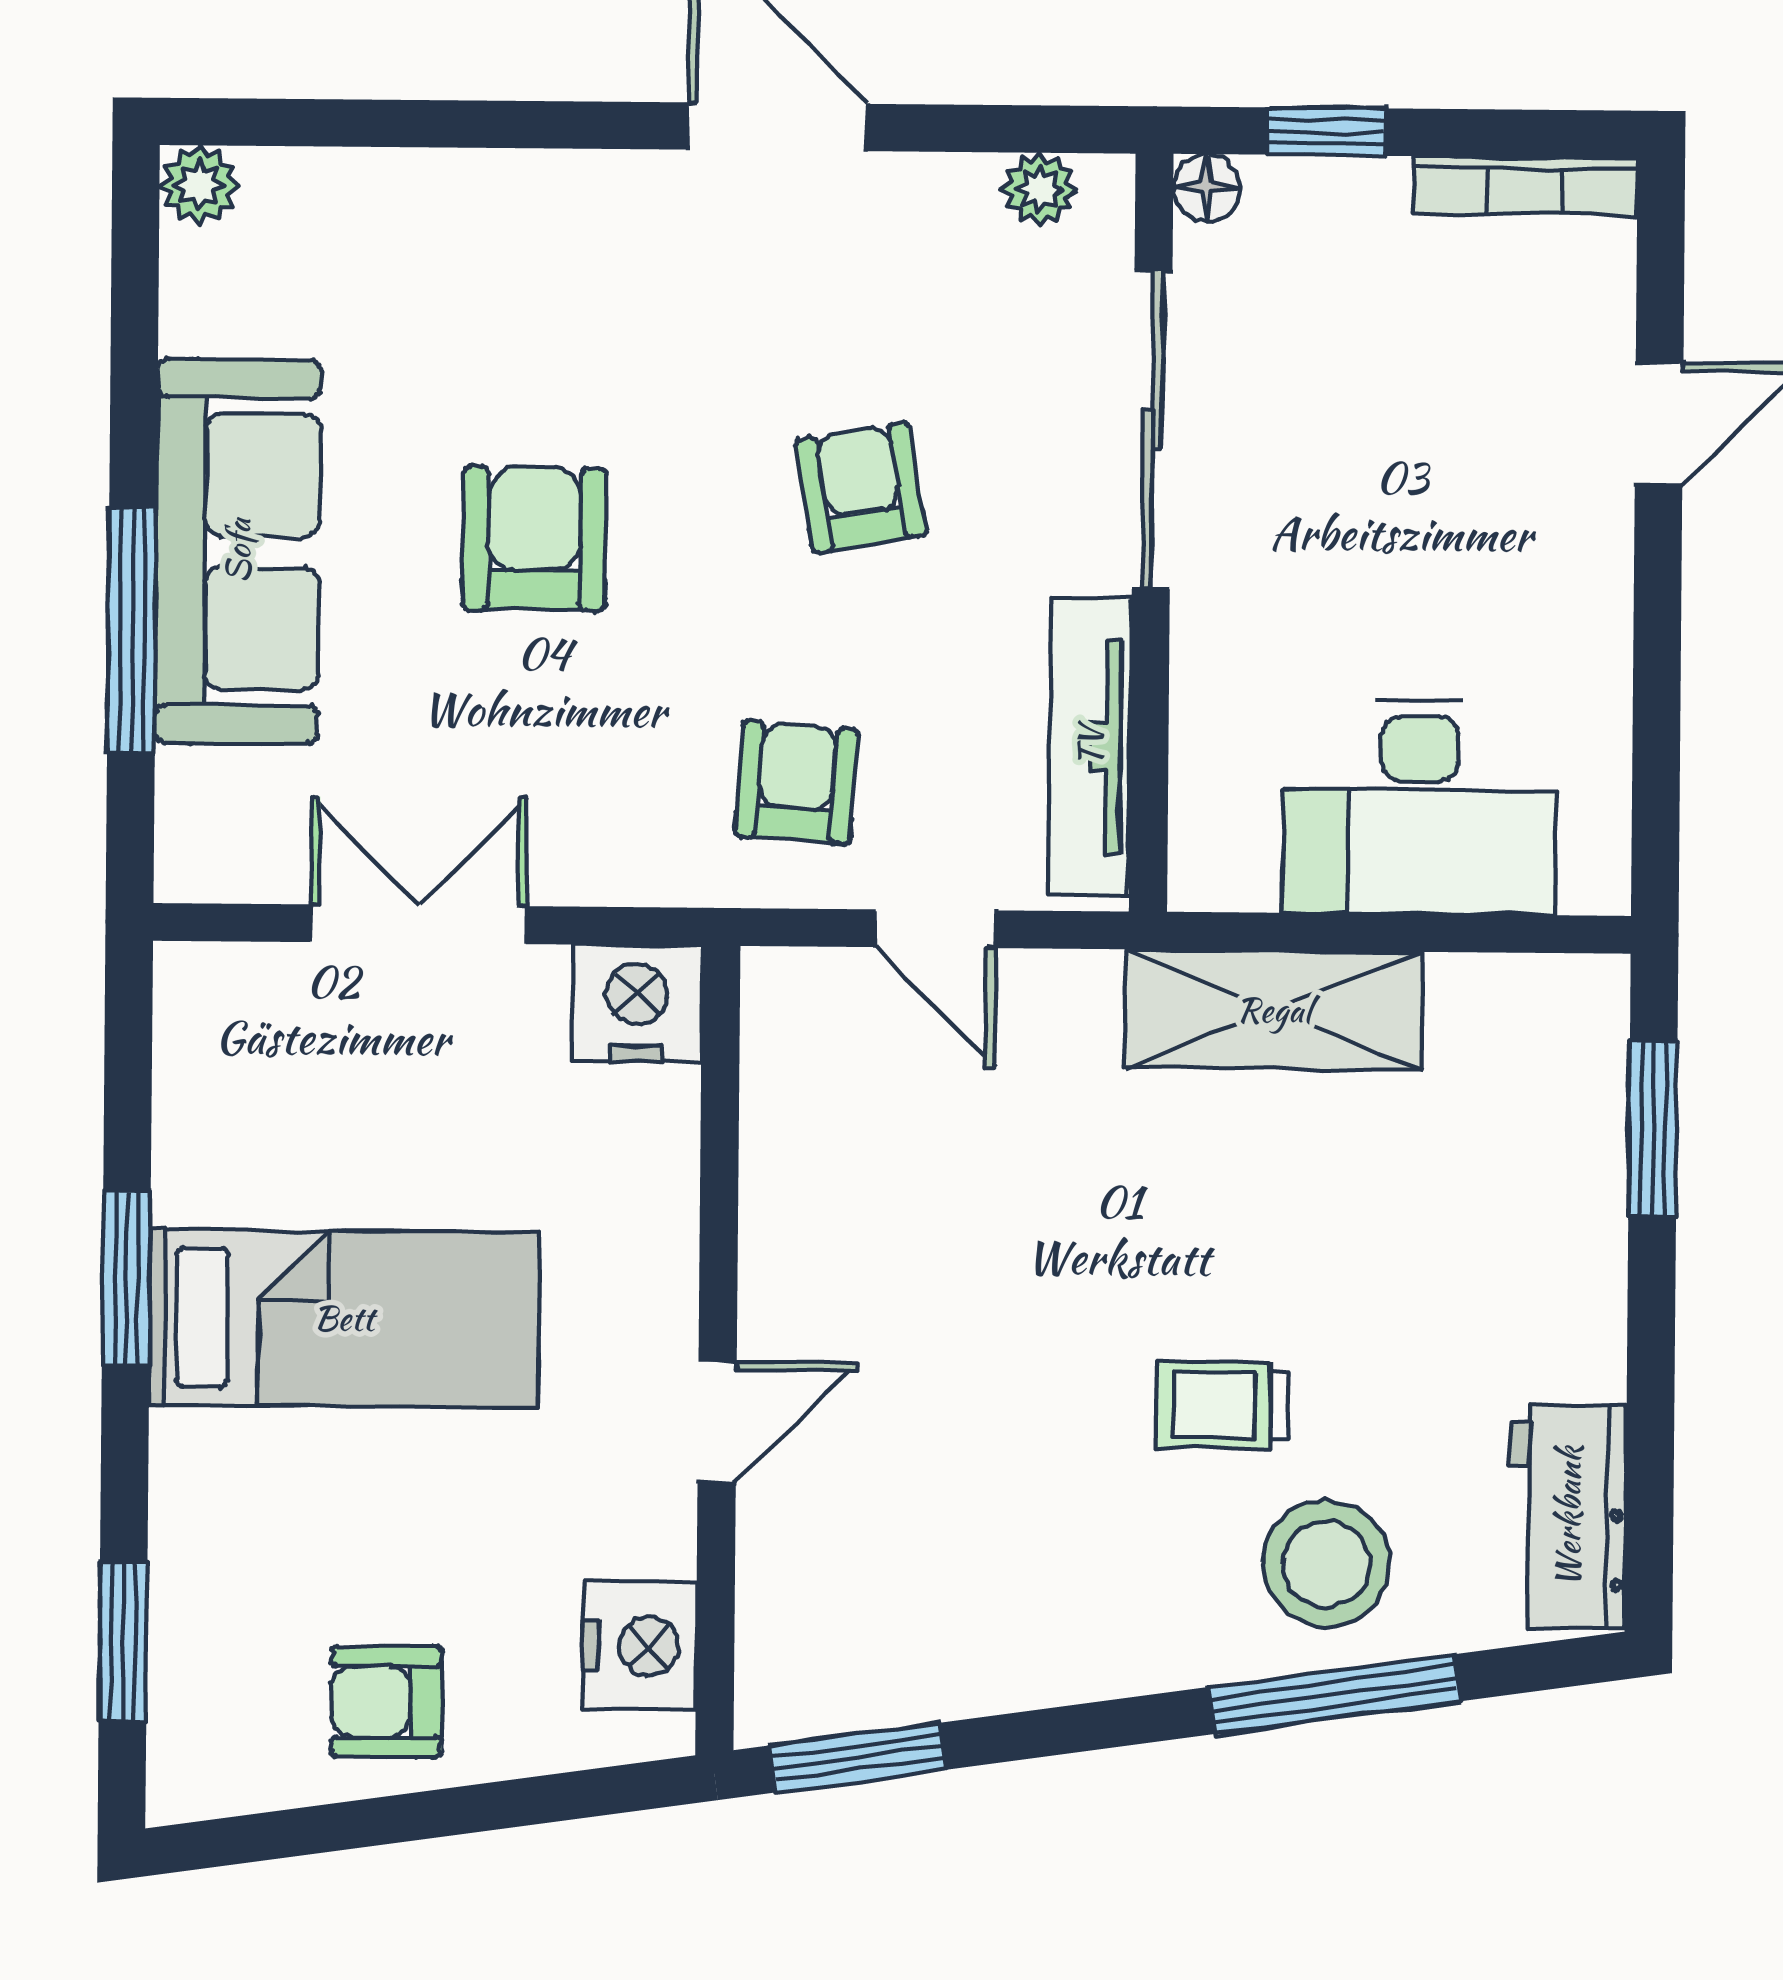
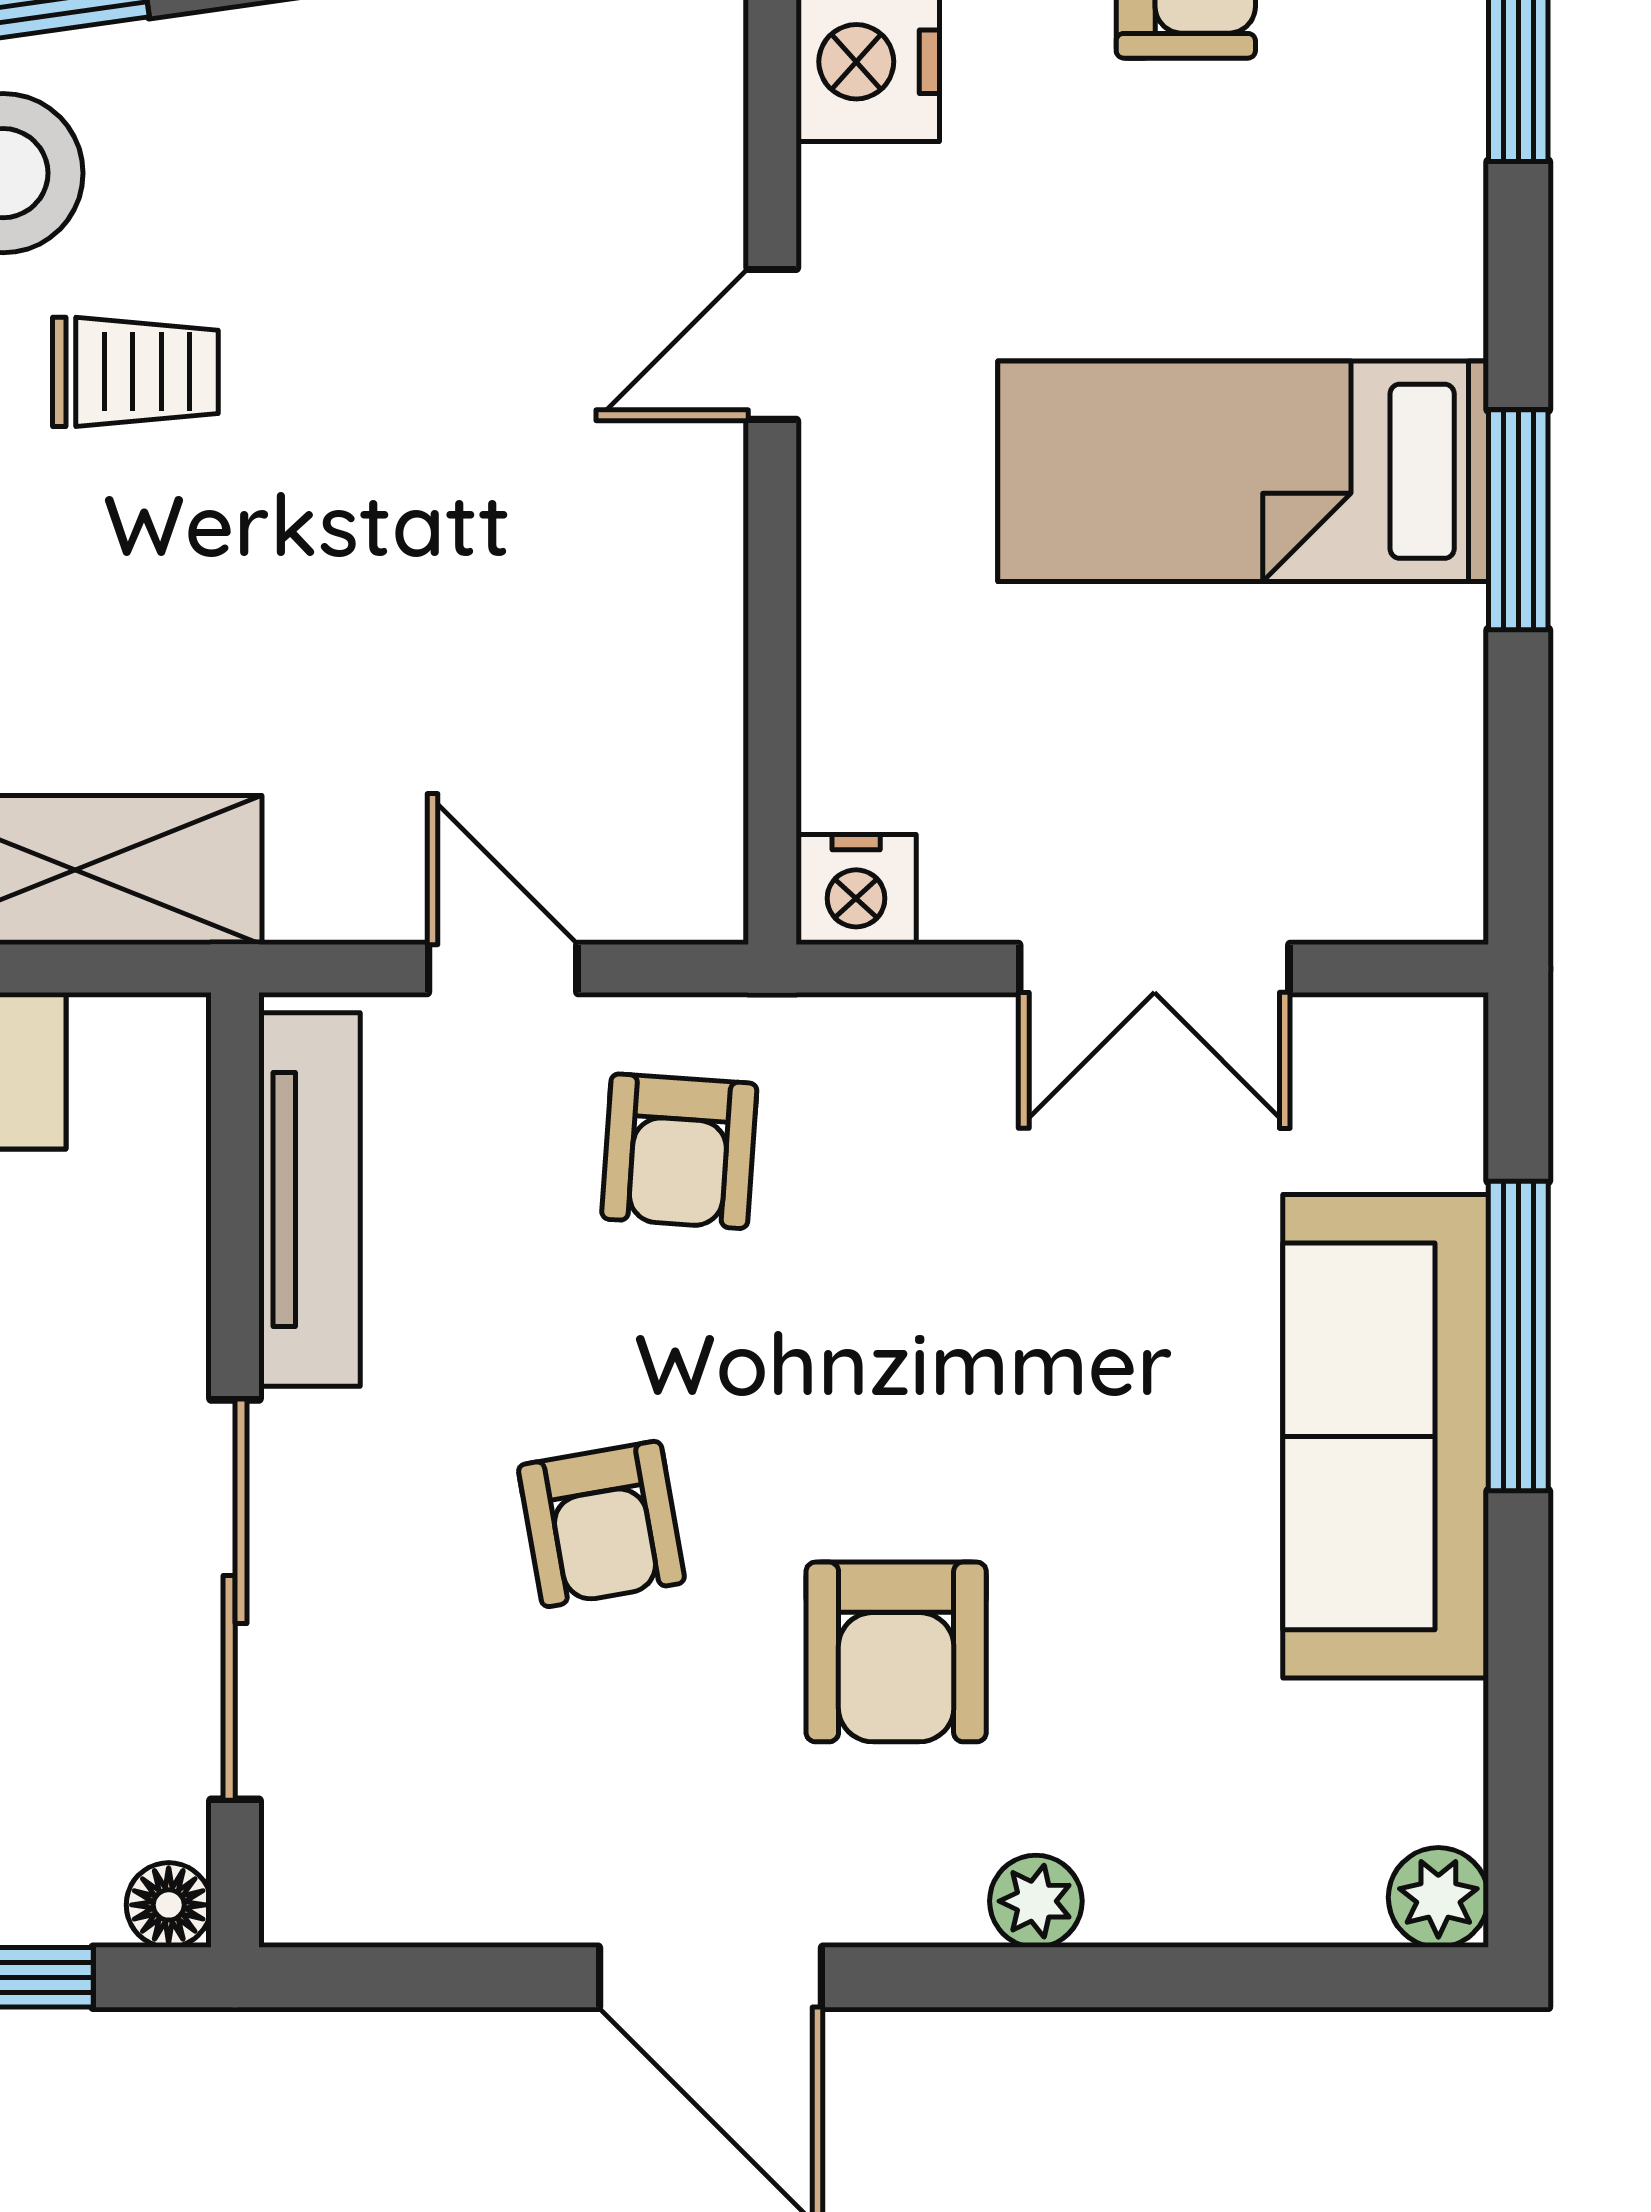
plant: (1039, 189) -> (1036, 1901), moved
armchair: (534, 539) -> (896, 1652), moved
nightstand: (637, 1003) -> (856, 890), width x0.74, depth x0.75

